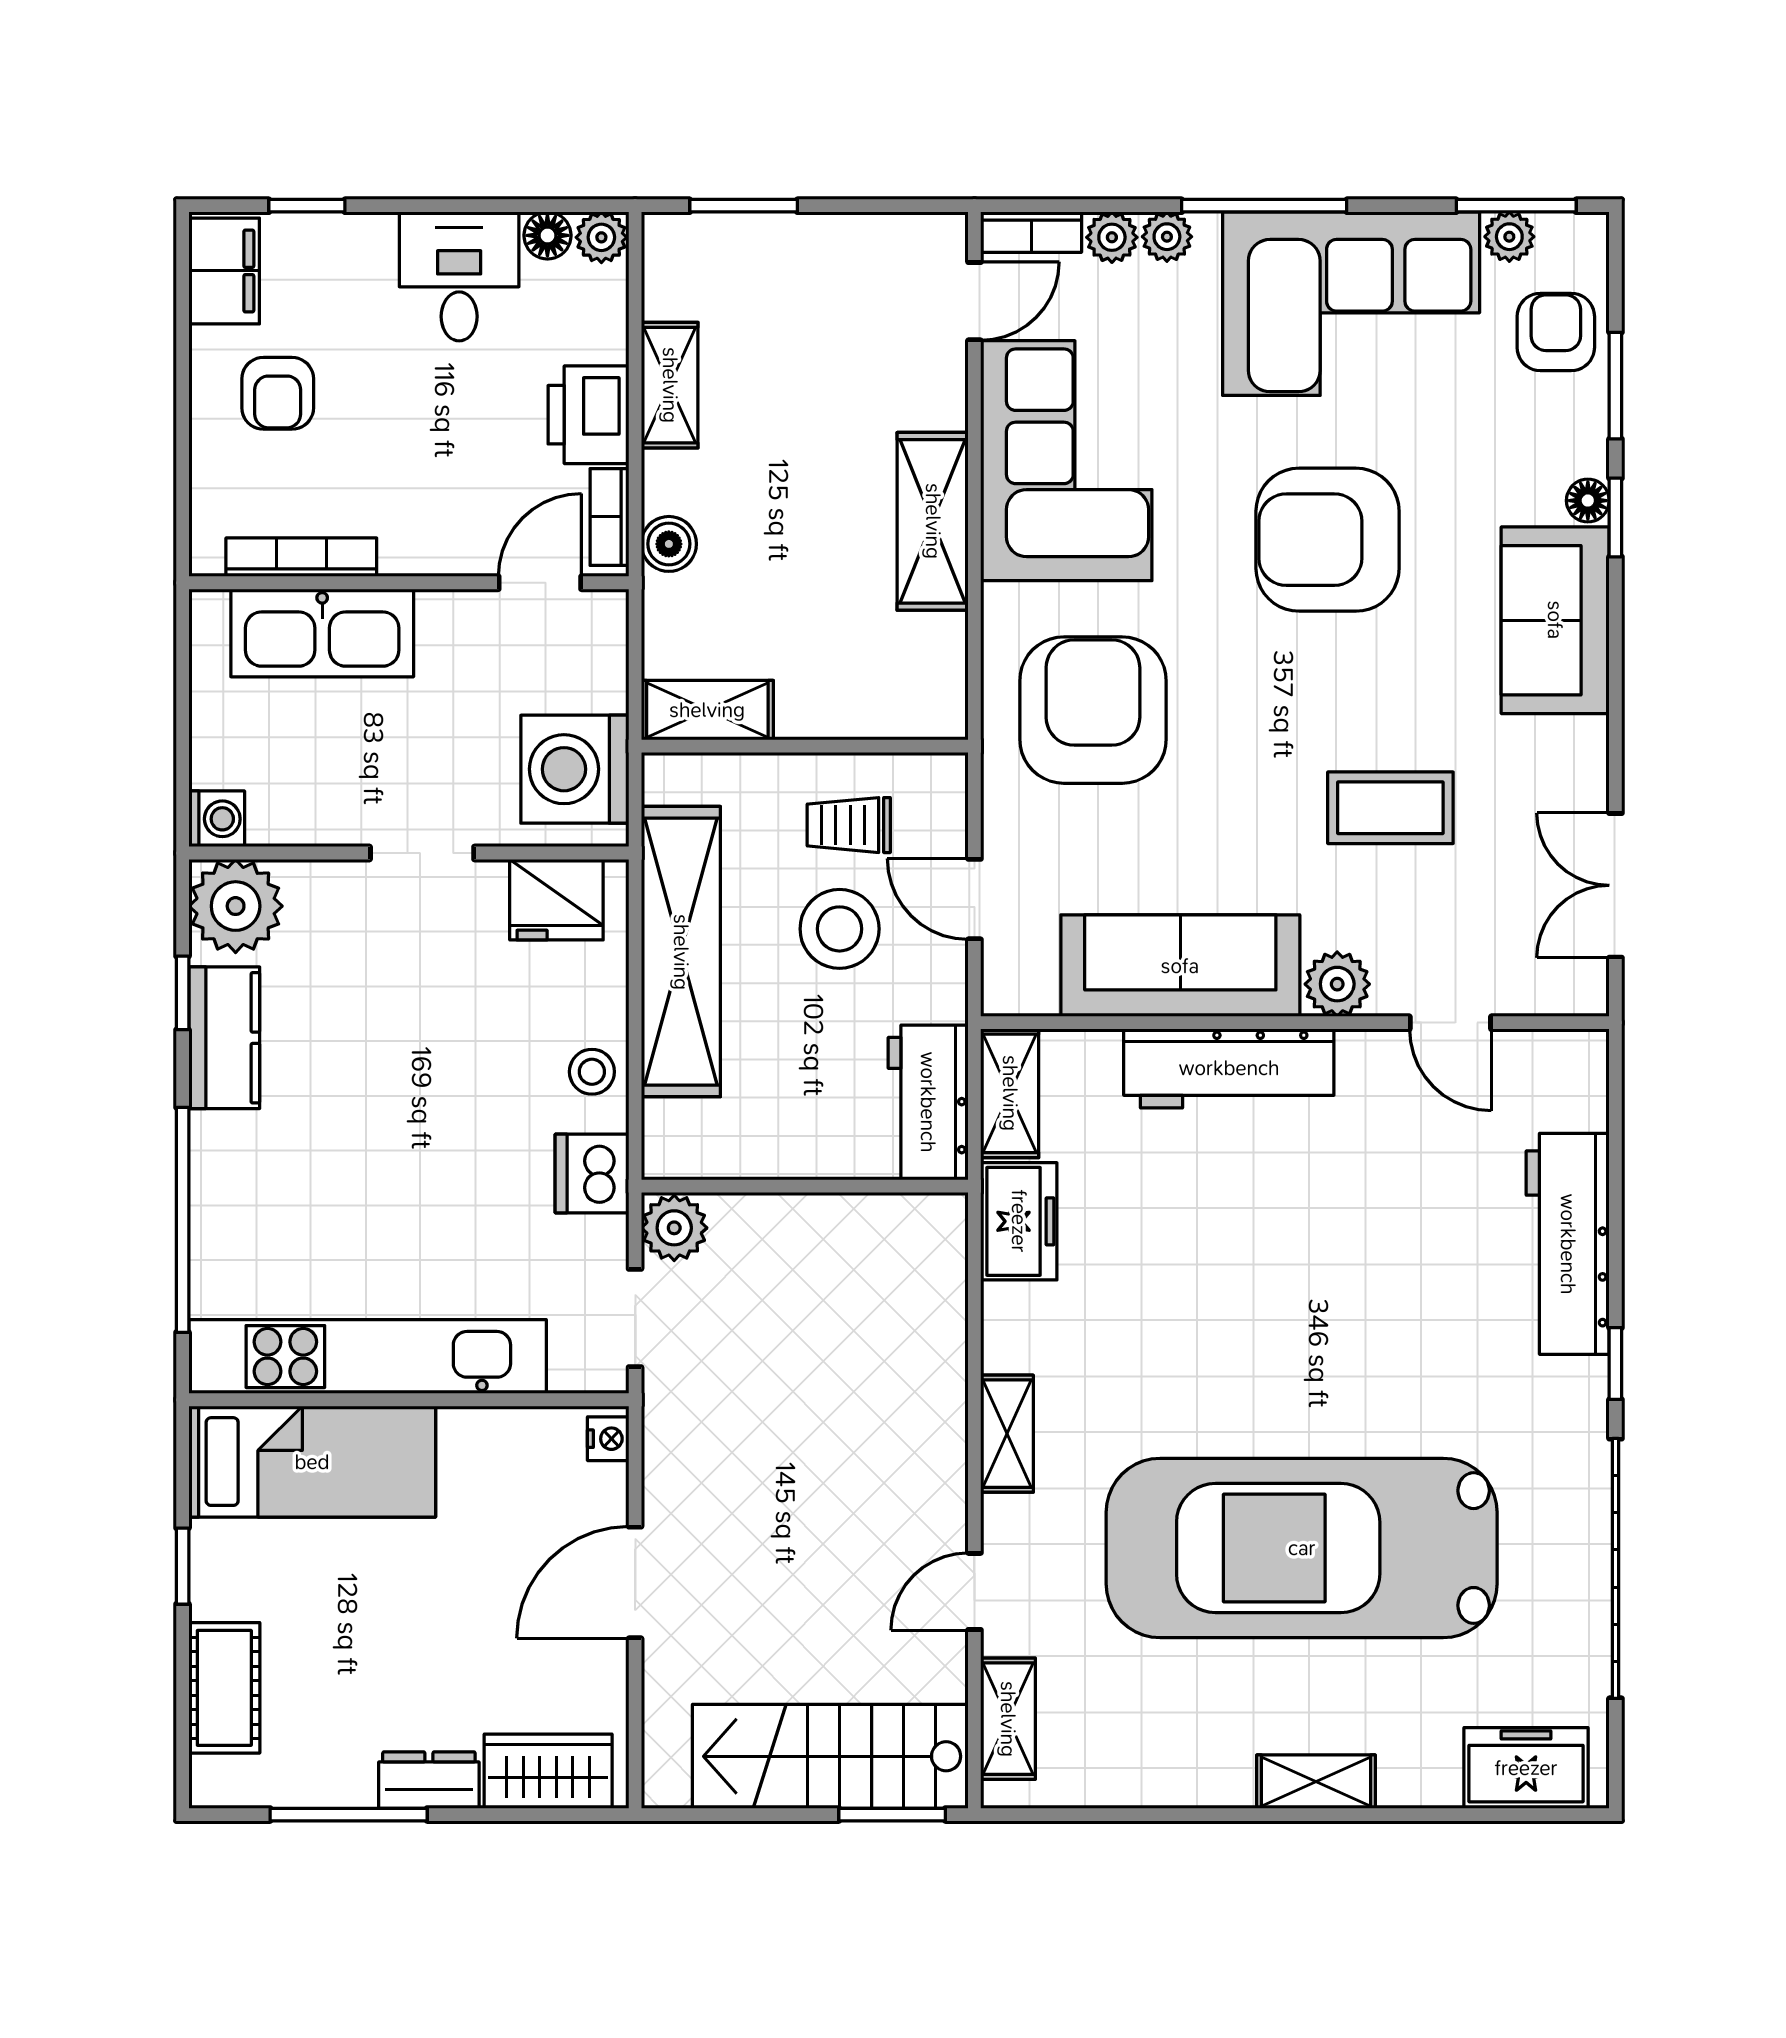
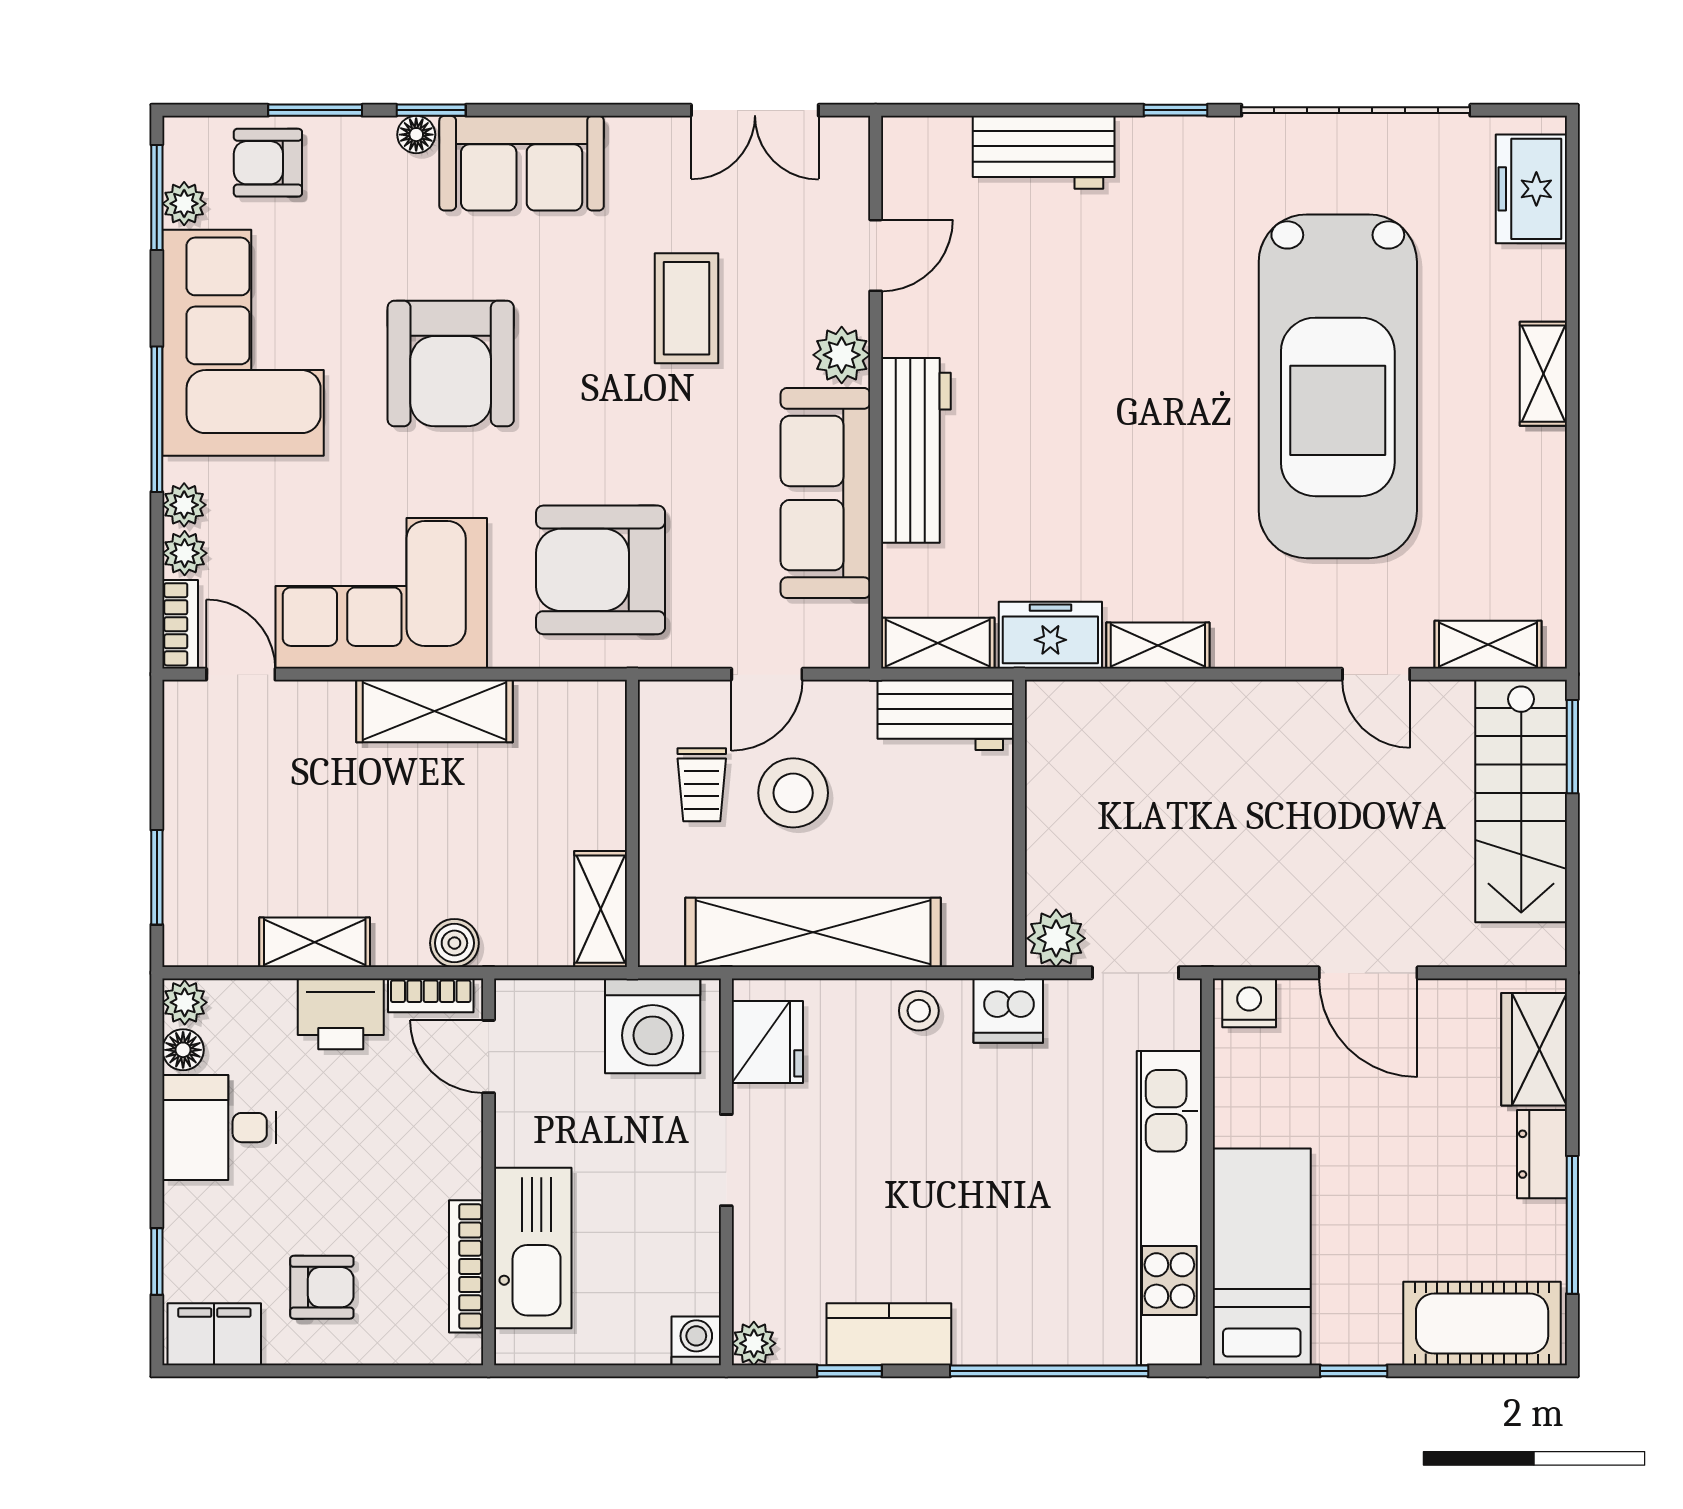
plant: (236, 906) -> (754, 1343), width x0.53, depth x0.53
workbench: (1568, 1244) -> (1044, 152), width x0.73
shelving: (1007, 1434) -> (1158, 645), moved
nightstand: (608, 1439) -> (1249, 1003), width x1.39, depth x1.35
cot: (224, 1688) -> (1482, 1324), width x1.37, depth x1.34

